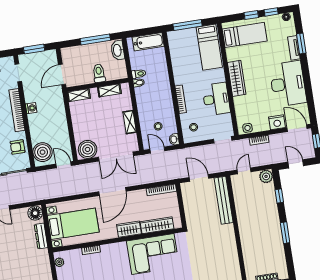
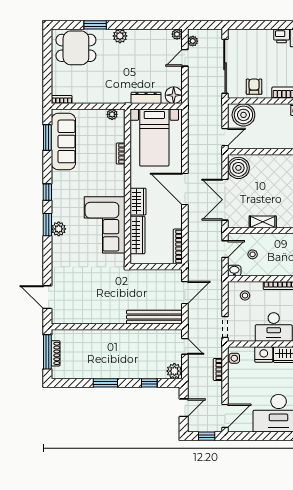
nightstand: (277, 122) -> (264, 355), moved, turned 90

